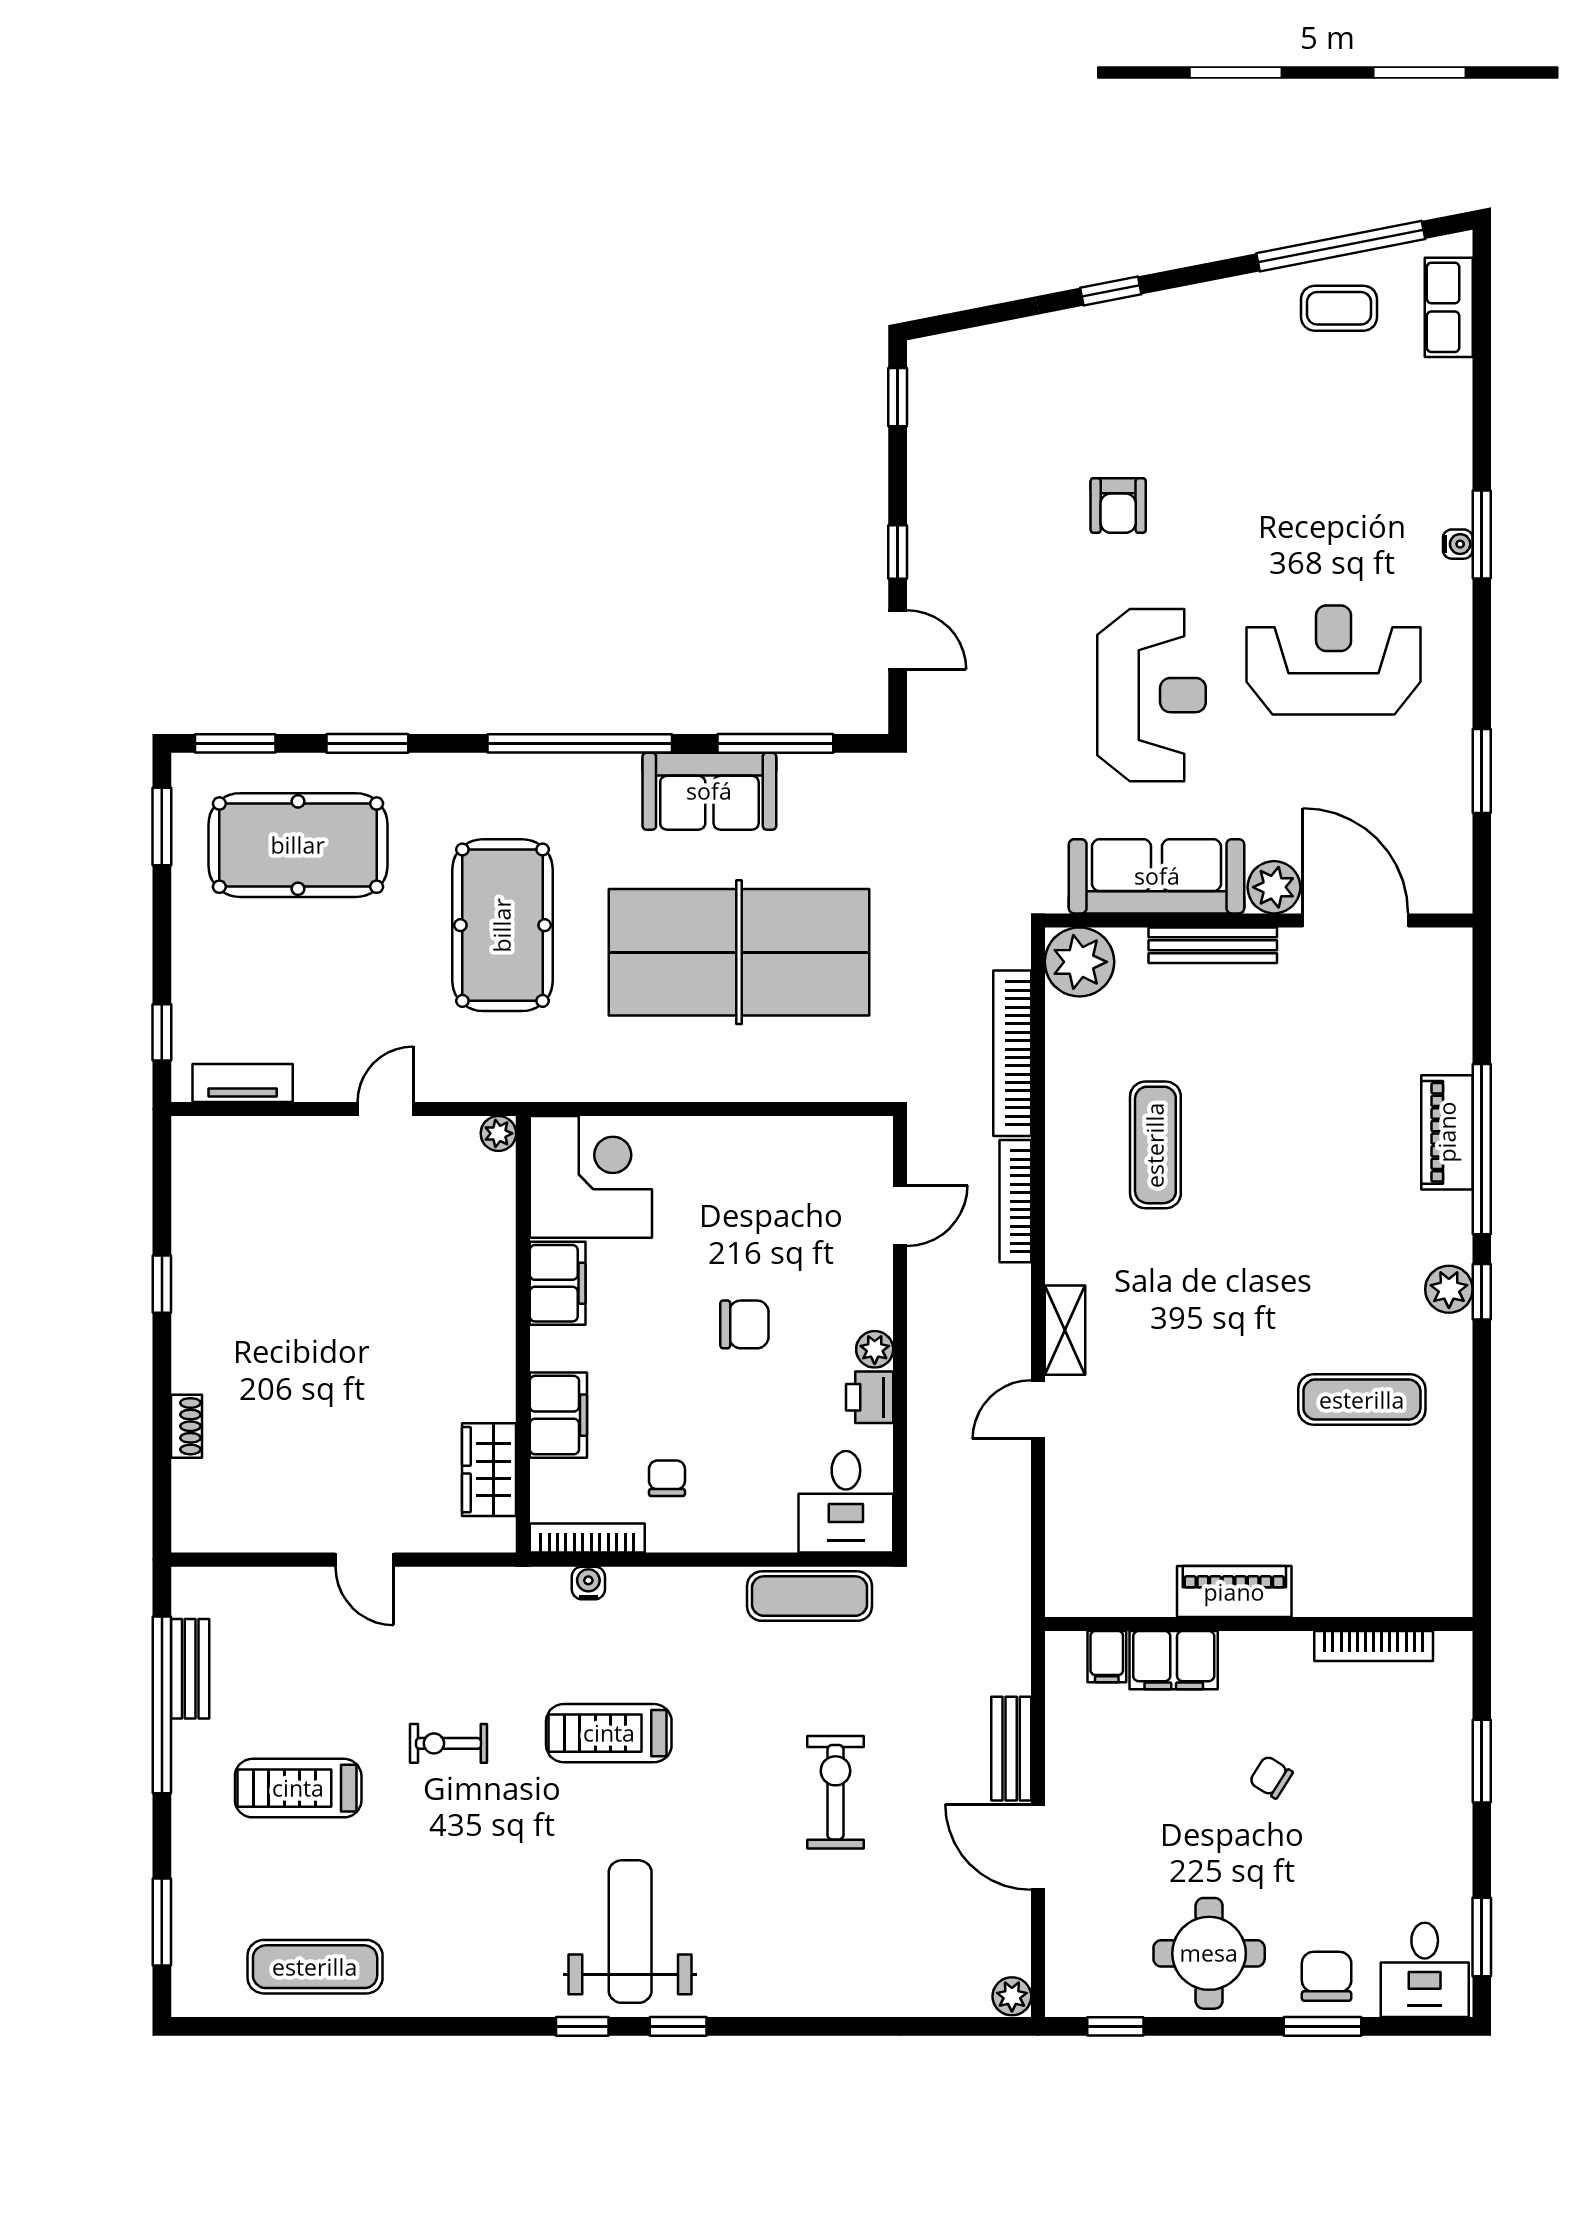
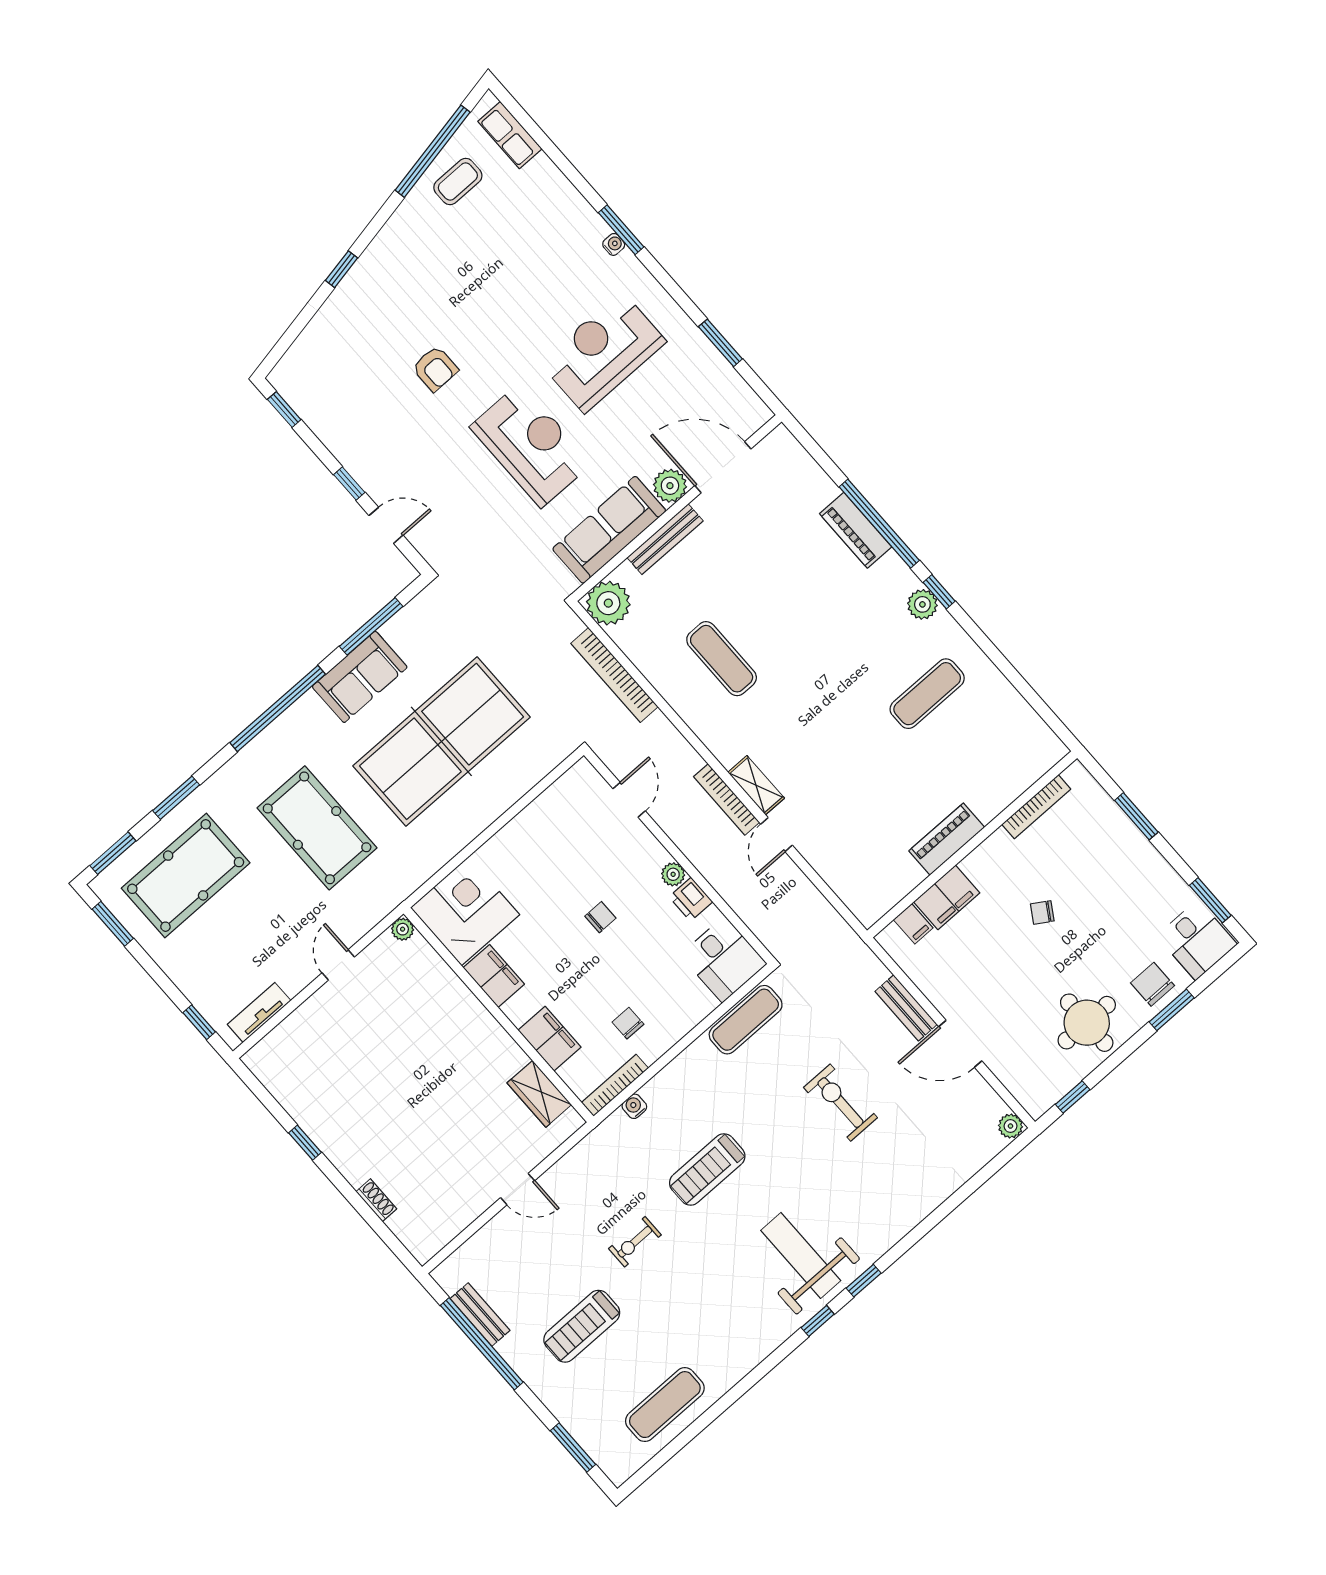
bookcase: (1015, 1201) -> (727, 799), moved
chair: (744, 1324) -> (600, 917), width x0.73, depth x0.73

